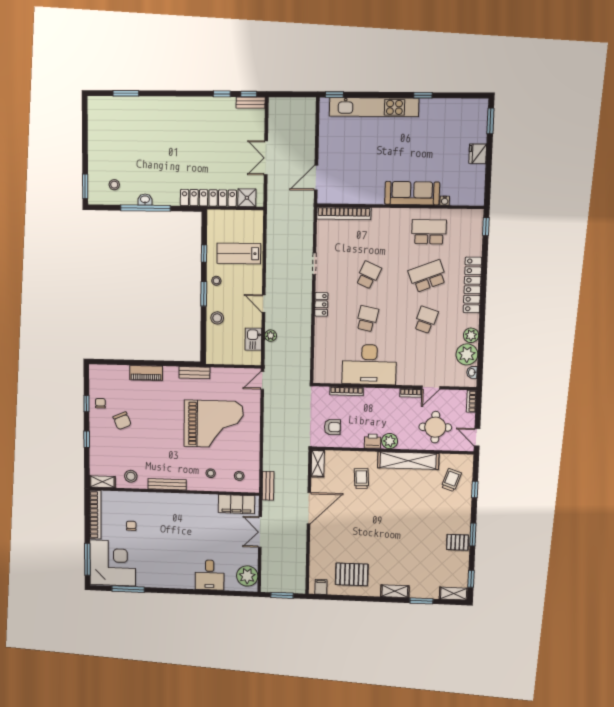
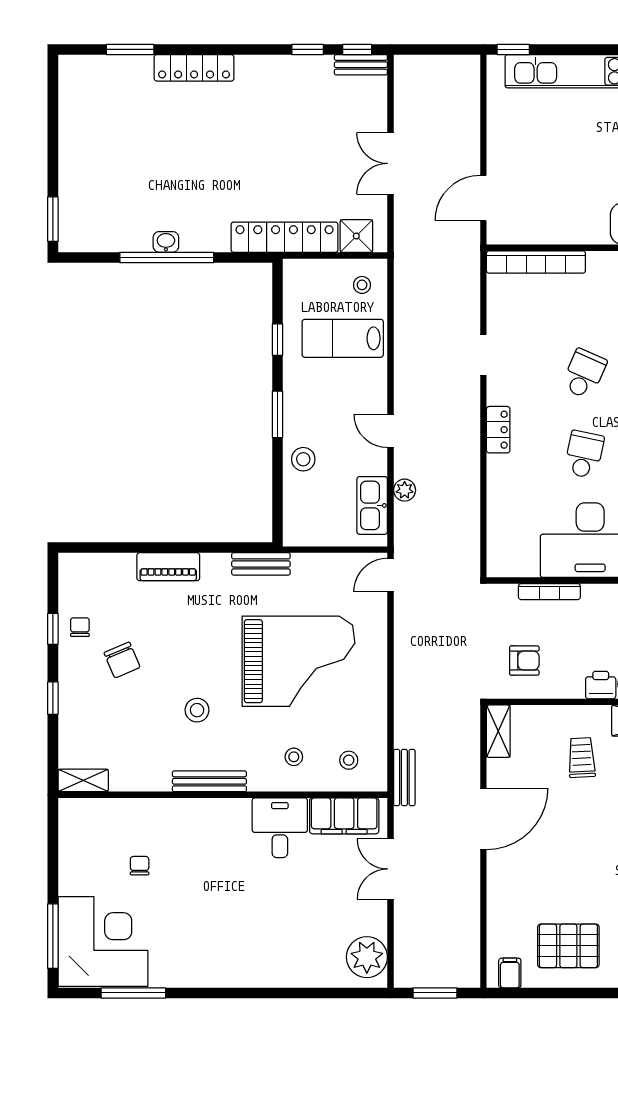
locker: (160, 104) -> (194, 68), added
stool: (114, 185) -> (108, 215), removed
stool: (216, 281) -> (362, 285), moved
kitchen sink: (253, 339) -> (372, 505), width x1.38
stool: (131, 476) -> (197, 710), moved
bookcase: (95, 515) -> (69, 846), removed
desk: (210, 575) -> (280, 828), moved, turned 180

